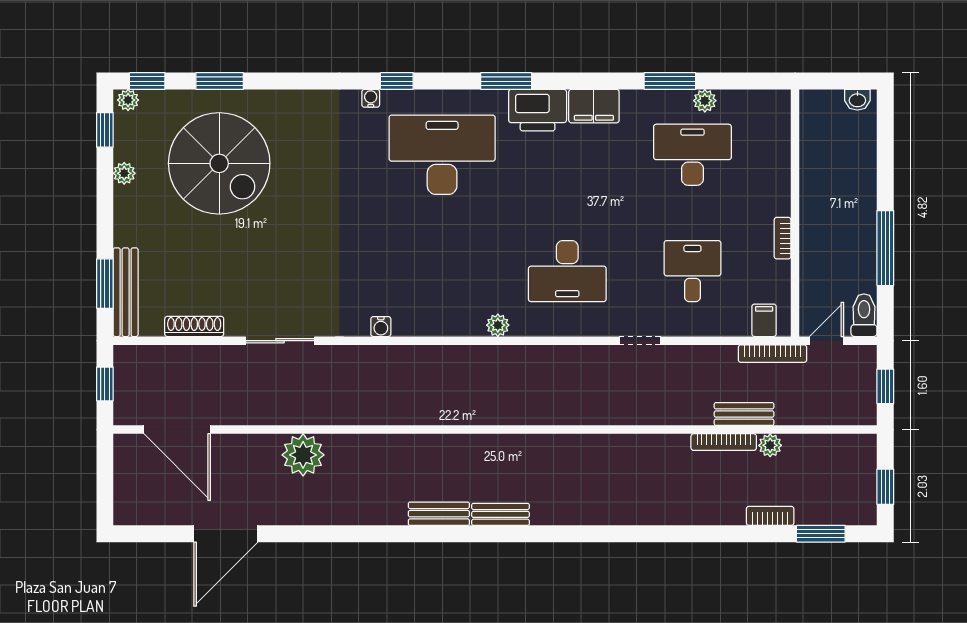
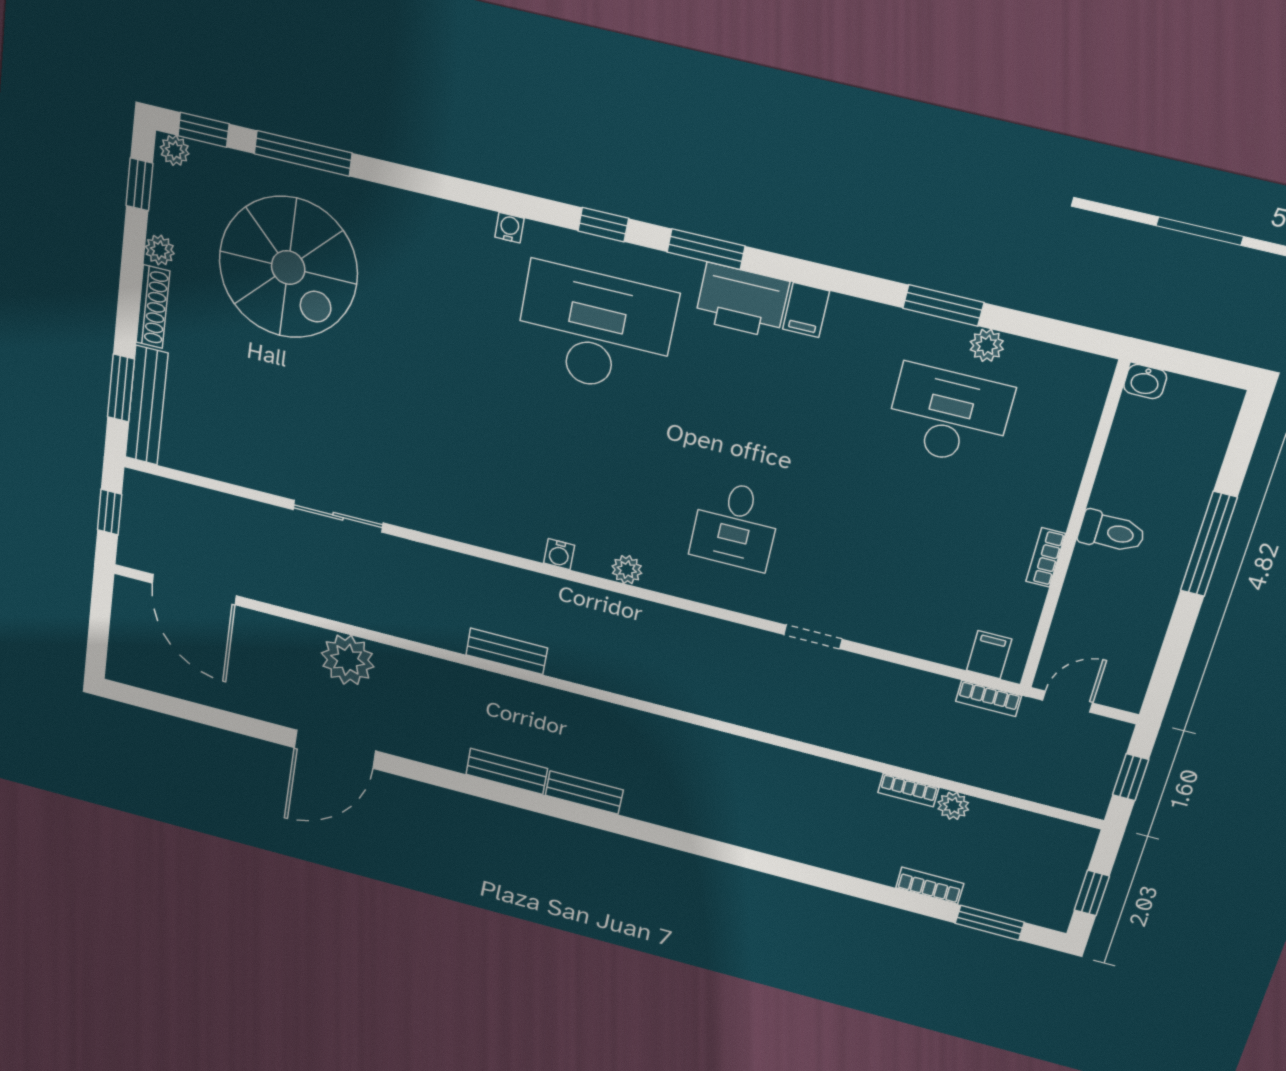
window: (220, 81) -> (303, 153), width x1.44
window: (397, 81) -> (603, 225), moved
washbasin: (857, 100) -> (1145, 382), moved
filing cabinet: (594, 106) -> (806, 310), width x0.50
window: (885, 248) -> (1209, 544), moved
desk: (567, 271) -> (735, 525), width x0.73
desk: (692, 271) -> (907, 568), removed
toilet: (864, 315) -> (1112, 532), moved, turned 90
shoe rack: (194, 326) -> (153, 307), moved, turned 90
water cooler: (381, 327) -> (559, 554), moved
bookcase: (772, 354) -> (989, 698), width x0.64
bench: (744, 414) -> (507, 651), moved
bookcase: (724, 442) -> (908, 790), width x0.64
door: (226, 534) -> (335, 749), moved

